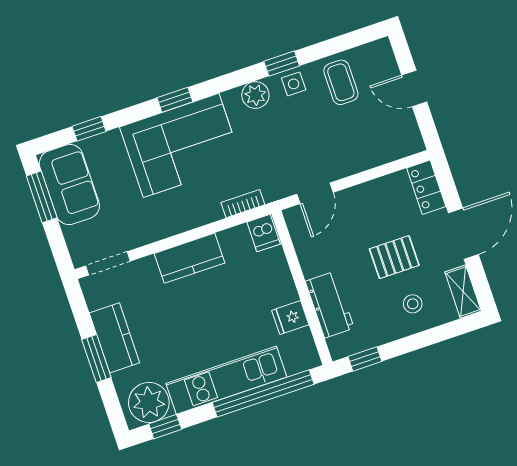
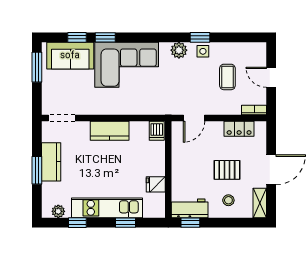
coffee table: (341, 82) -> (227, 77), moved
window: (175, 100) -> (105, 37), moved
sofa: (69, 185) -> (70, 56), moved, turned 90
locker: (426, 187) -> (239, 129), moved, turned -90
bookcase: (243, 204) -> (254, 110), moved
workbench: (330, 305) -> (190, 208), moved, turned -90
window: (263, 393) -> (125, 223), width x0.32
plant: (149, 402) -> (58, 211), width x0.53, depth x0.53
window: (165, 427) -> (77, 223), moved

